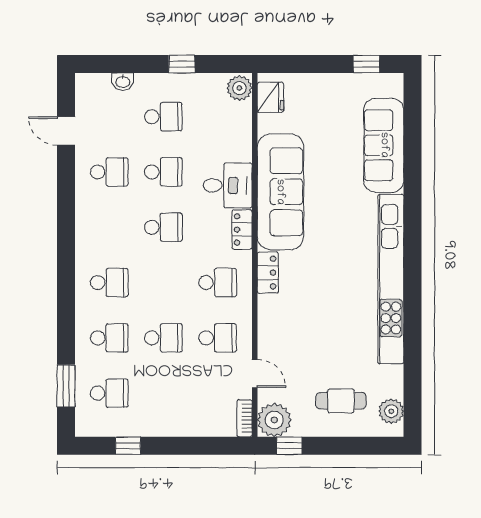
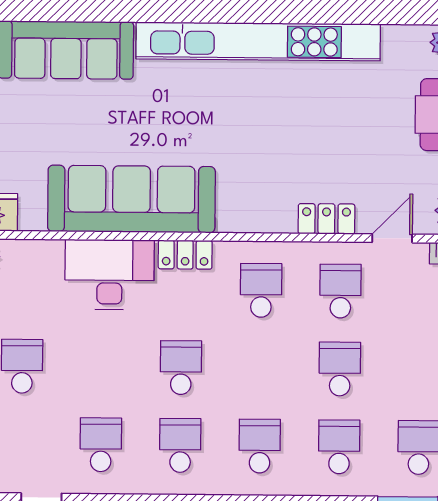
school desk: (163, 172) -> (180, 445), moved
desk: (228, 185) -> (109, 275), width x1.37
locker: (268, 273) -> (326, 219), moved

